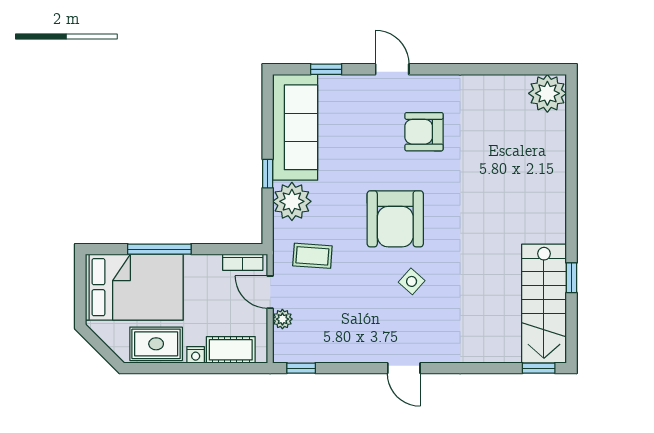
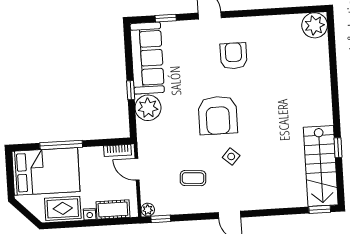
armchair: (424, 132) -> (234, 56), turned 90
coffee table: (312, 256) -> (193, 178), moved
plant: (282, 319) -> (148, 210), moved

